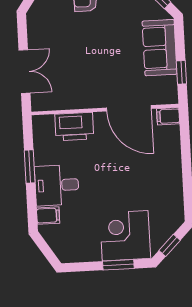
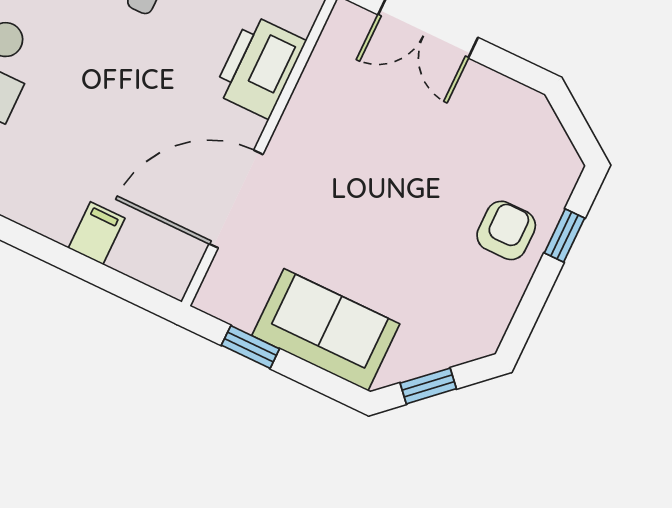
filing cabinet: (168, 116) -> (97, 233), moved

